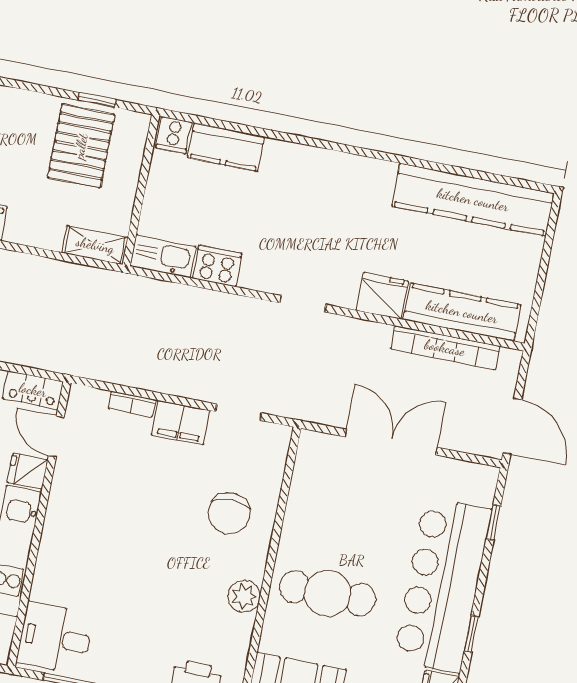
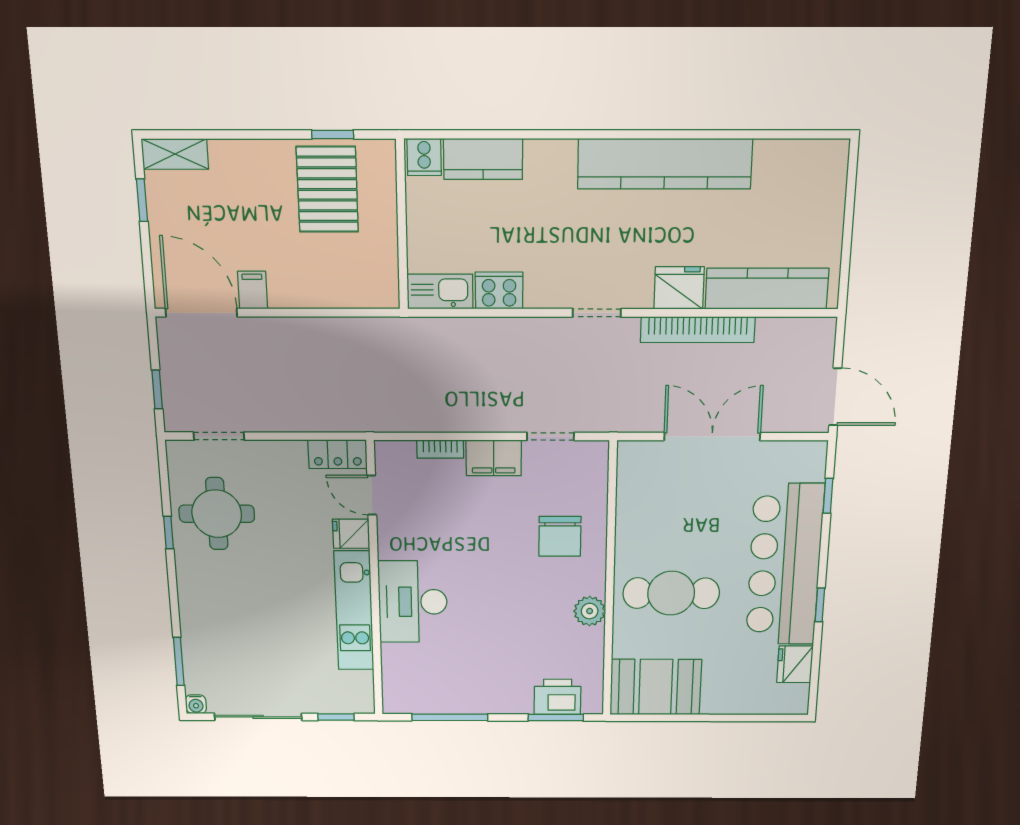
kitchen counter: (473, 200) -> (665, 164), moved
shelving: (95, 245) -> (366, 294), removed
bookcase: (445, 348) -> (698, 330), moved
desk: (55, 638) -> (413, 602), moved, width x1.37

